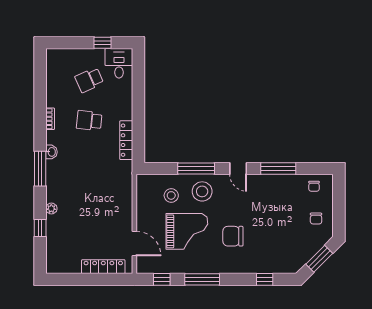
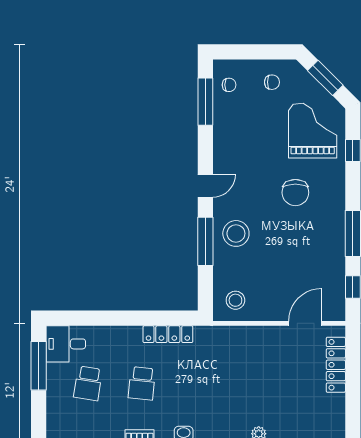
window: (103, 43) -> (39, 366), width x2.17
school desk: (89, 80) -> (88, 383), turned 33
window: (278, 168) -> (205, 102), moved
stool: (171, 195) -> (235, 300), moved
grand piano: (187, 231) -> (313, 131), moved

